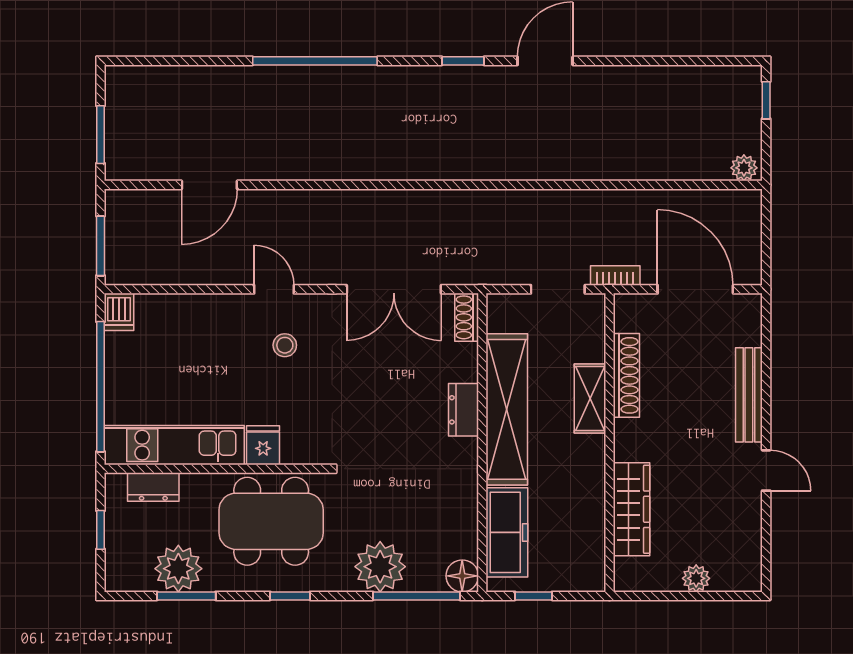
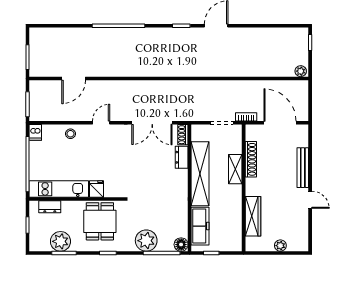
door: (274, 289) -> (101, 123), hinge flipped
stool: (285, 345) -> (70, 134), moved
dresser: (463, 410) -> (182, 157), moved
dining table: (271, 521) -> (100, 221), width x0.73

